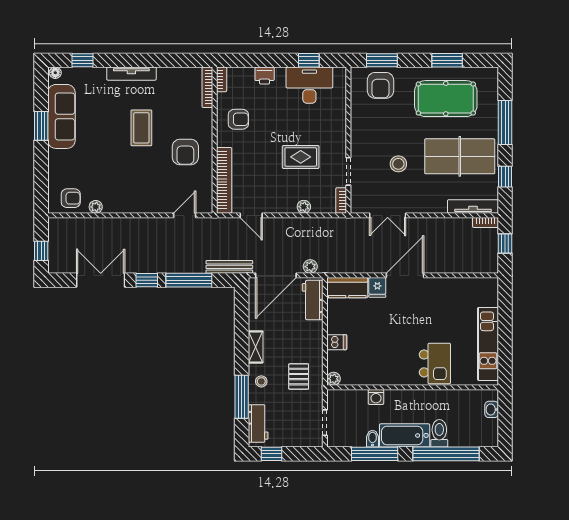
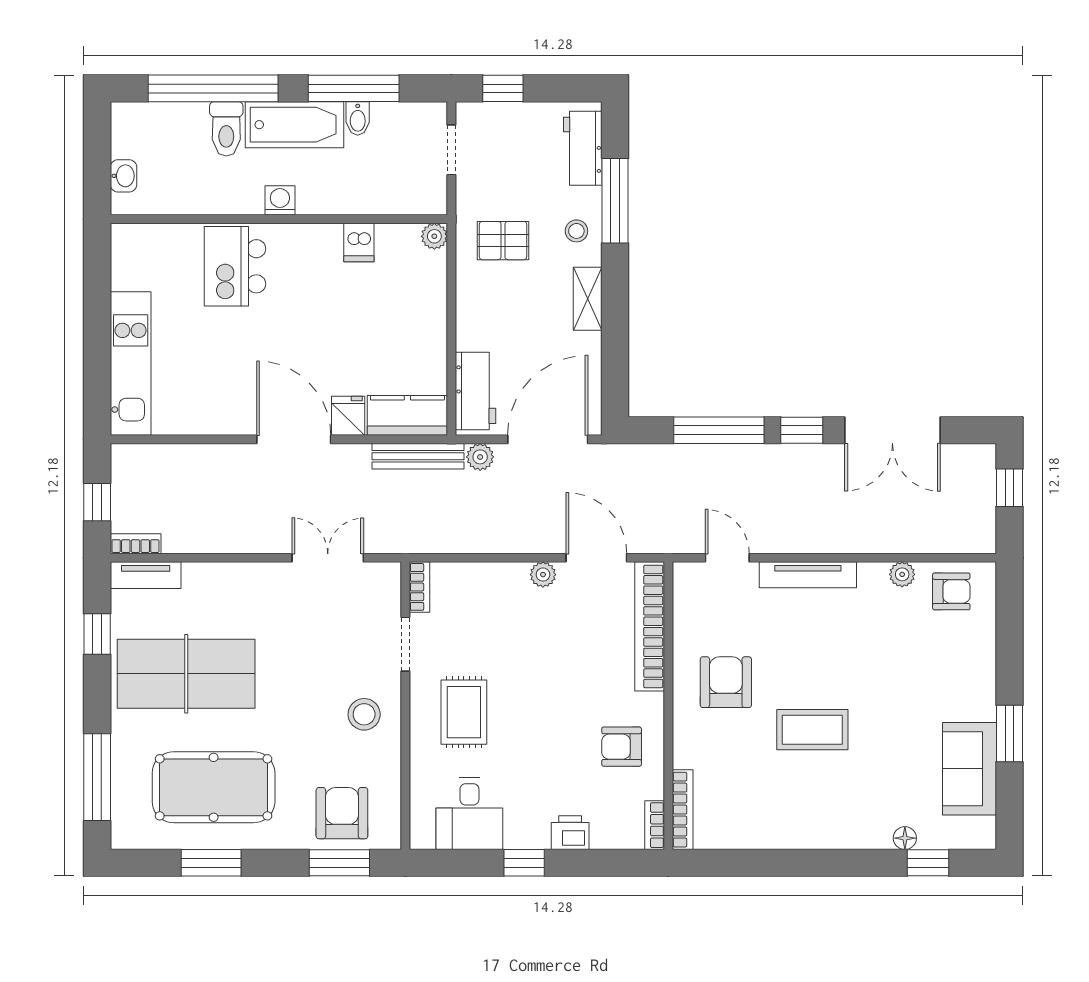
window: (309, 60) -> (524, 863), moved
floor lamp: (55, 73) -> (905, 838), moved
tv unit: (131, 74) -> (808, 575), moved, turned 180
desk: (309, 85) -> (469, 814), width x0.73
sofa: (61, 116) -> (970, 769), width x0.73
window: (505, 122) -> (97, 777), moved
coffee table: (141, 128) -> (812, 730), turned 90
rug: (301, 157) -> (464, 712), moved, turned 90
stool: (398, 164) -> (364, 714), moved
armchair: (71, 198) -> (951, 591), turned 180
tv unit: (473, 206) -> (146, 575), width x0.71
plant: (304, 207) -> (543, 575), moved
door: (185, 215) -> (727, 558), swing flipped
door: (251, 215) -> (596, 558), width x1.38
bench: (229, 267) -> (418, 456), moved
door: (405, 275) -> (294, 439), swing flipped
dishwasher: (337, 342) -> (359, 243), moved, turned -90
kitchen unit: (488, 344) -> (131, 363), moved
pallet: (299, 377) -> (503, 241), turned 90
washing machine: (376, 397) -> (280, 200), moved
window: (272, 454) -> (503, 88), moved

